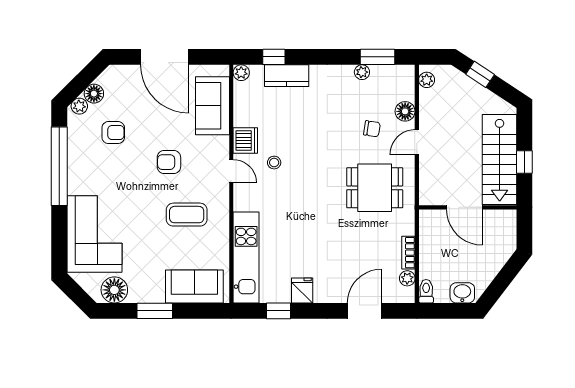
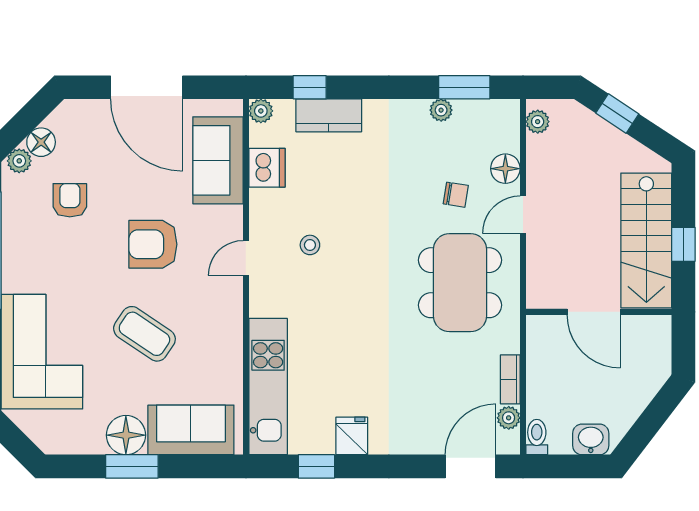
armchair: (113, 133) -> (70, 200), turned -90
dishwasher: (245, 140) -> (267, 168), moved
armchair: (169, 162) -> (153, 244), width x1.38, depth x1.38
door: (231, 171) -> (246, 258), swing flipped
dining table: (375, 188) -> (460, 283), width x1.37
coffee table: (187, 215) -> (144, 334), moved, turned 34
floor lamp: (114, 290) -> (126, 435), moved
door: (364, 311) -> (470, 466), moved

